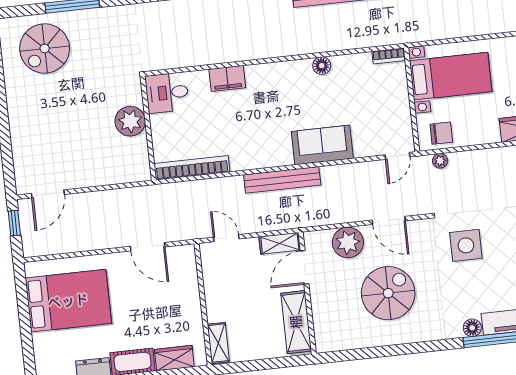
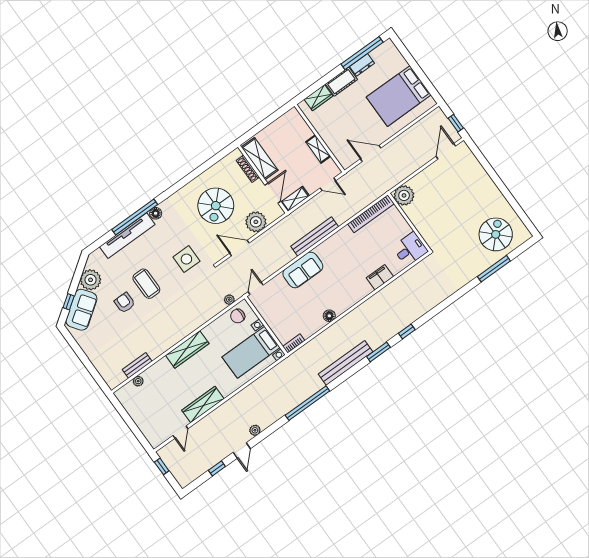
plant: (130, 121) -> (404, 195), moved
shoe rack: (319, 318) -> (248, 169), added
shelving: (218, 343) -> (318, 149), moved

